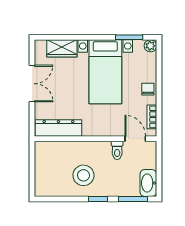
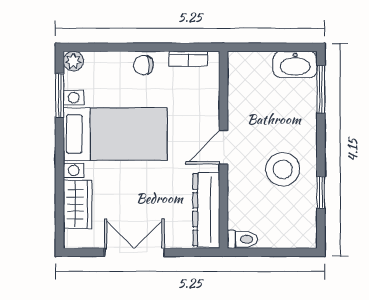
door: (135, 139) -> (223, 147), moved
toilet: (117, 150) -> (242, 239), moved
window: (98, 199) -> (321, 192), moved

